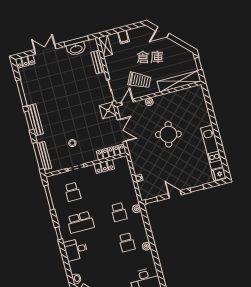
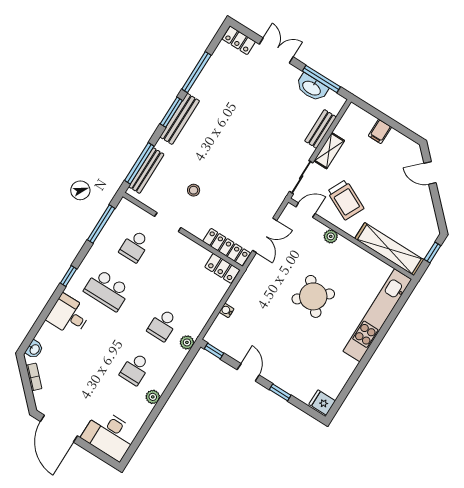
shelving: (105, 46) -> (329, 151), moved
shower: (108, 110) -> (273, 196), removed
round table: (168, 134) -> (313, 296), turned 36
kitchen unit: (212, 147) -> (377, 315), moved, width x1.36
locker: (104, 166) -> (222, 268), moved

